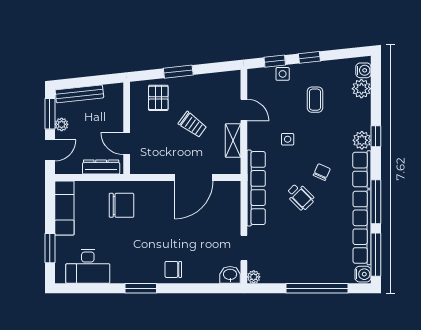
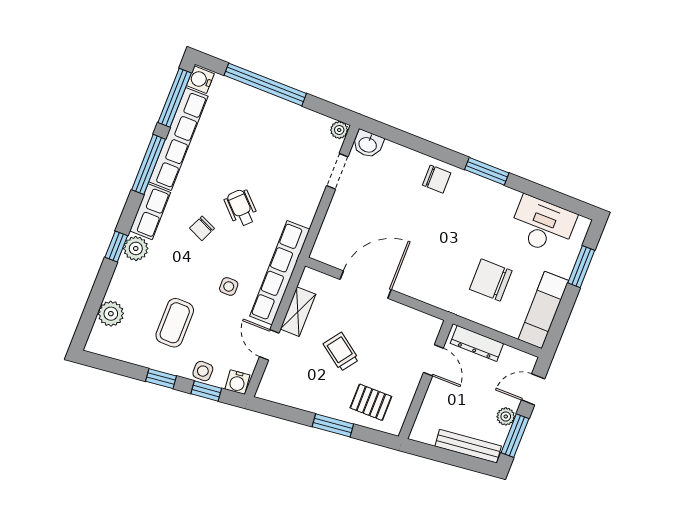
water cooler: (363, 70) -> (237, 382), moved, turned -96
pallet: (158, 98) -> (371, 402), turned 90
coffee table: (315, 100) -> (175, 323), width x1.36, depth x1.30
row of seats: (256, 188) -> (280, 273), moved
chair: (121, 205) -> (491, 280), moved

